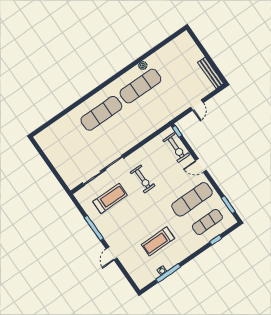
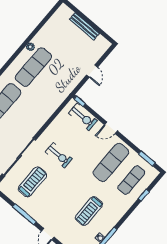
bench: (211, 73) -> (84, 26), moved

